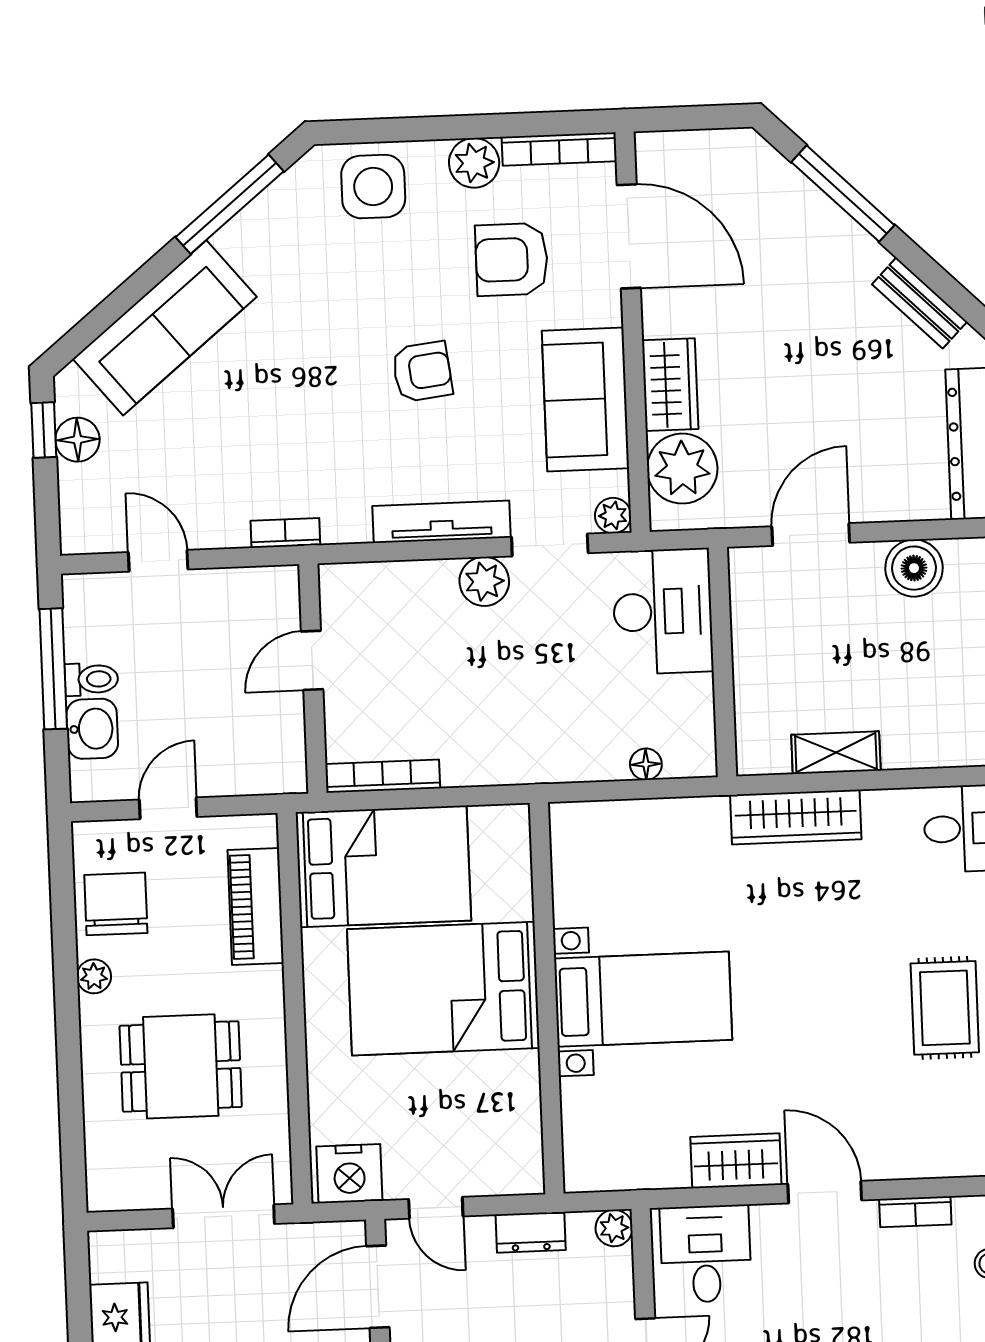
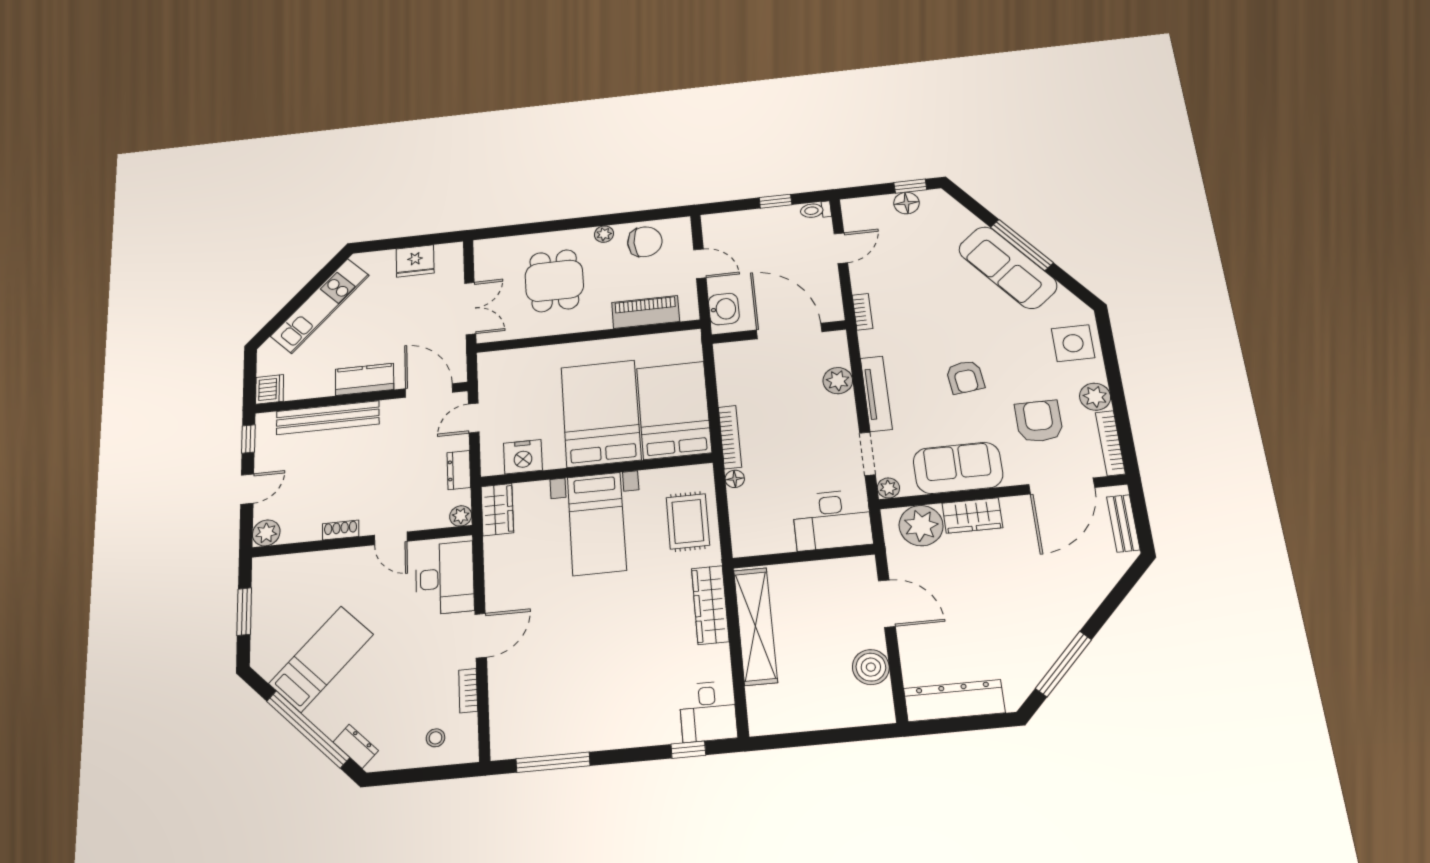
window: (843, 194) -> (1064, 664), moved
window: (230, 204) -> (1022, 245), moved
bench: (920, 303) -> (1123, 523), moved, turned -44
sofa: (165, 328) -> (1008, 267), moved
plant: (484, 581) -> (838, 381), moved
door: (312, 660) -> (789, 331), width x1.87
window: (53, 669) -> (776, 201), width x0.46
toilet: (91, 679) -> (816, 210), moved, turned 90
washbasin: (92, 729) -> (724, 309), moved, turned -90
shelving: (836, 753) -> (755, 626), width x2.20, depth x1.33
floor lamp: (646, 764) -> (735, 479), moved
bookcase: (383, 776) -> (730, 437), moved
bed: (383, 866) -> (674, 410), moved, turned 180
rug: (945, 1008) -> (688, 521), moved, turned 90
wardrobe: (736, 1161) -> (497, 510), moved
nightstand: (349, 1174) -> (523, 457), moved, turned -90
desk: (706, 1254) -> (445, 578), width x1.37

